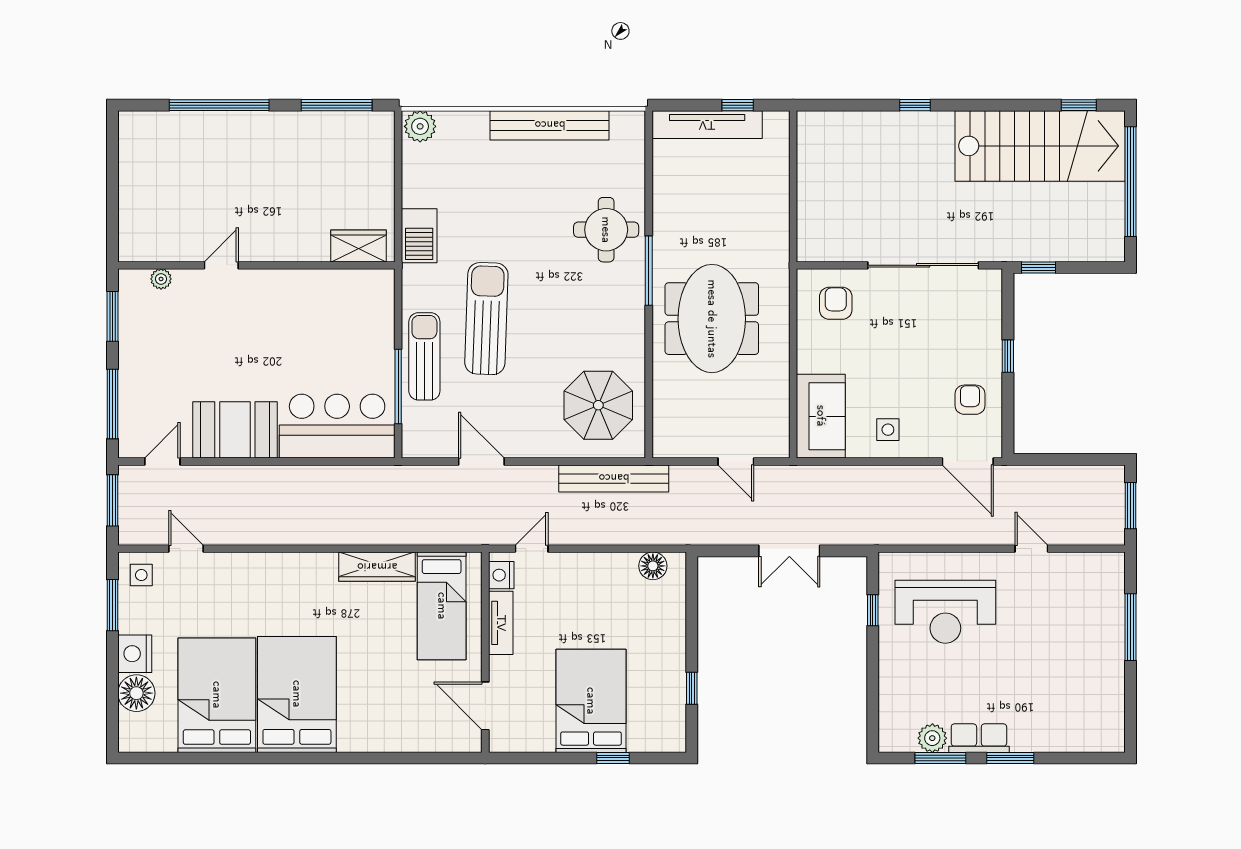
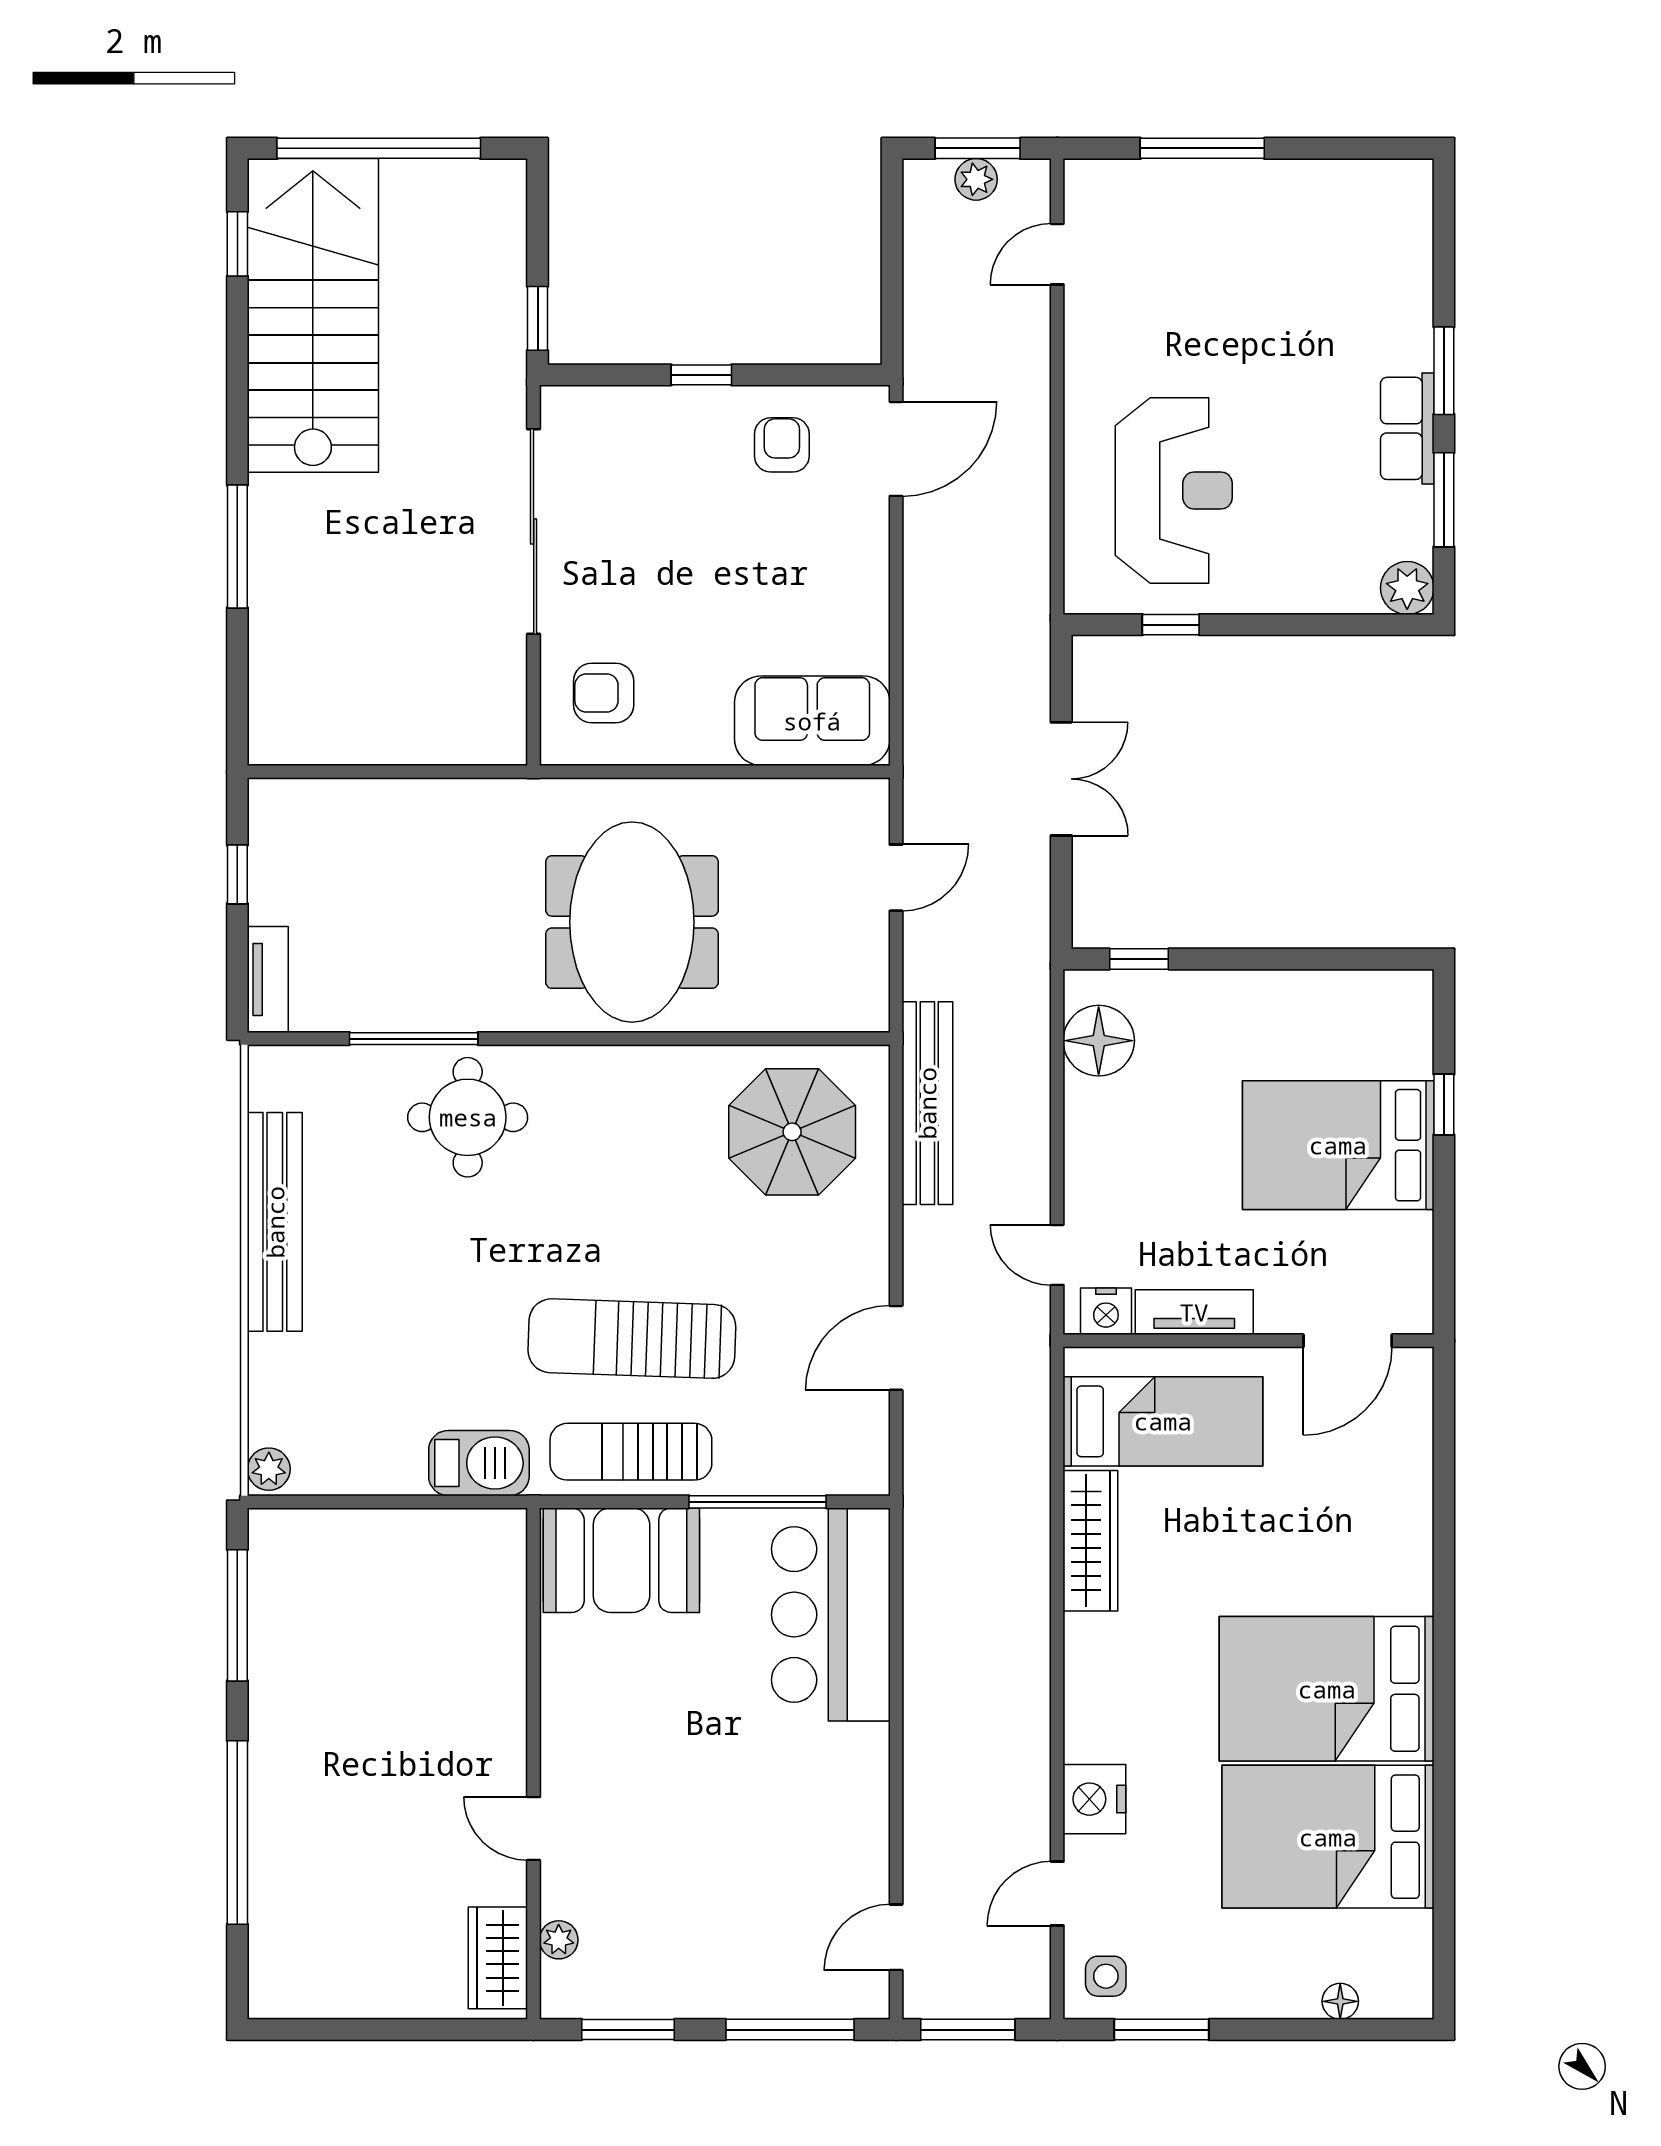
window: (915, 105) -> (237, 547), width x2.17
tv unit: (707, 125) -> (268, 979), width x0.52, depth x0.78
plant: (420, 126) -> (269, 1469), width x0.73, depth x0.73
wardrobe: (358, 246) -> (498, 1958), moved
window: (649, 271) -> (414, 1039), moved
meeting table: (712, 319) -> (632, 922), turned 90
sun lounger: (424, 356) -> (631, 1452), moved
armchair: (970, 400) -> (782, 445), turned 90
booth: (235, 430) -> (621, 1560), moved, turned 90
side table: (888, 430) -> (837, 597), removed
door: (162, 461) -> (896, 1937), hinge flipped
plant: (1114, 505) -> (976, 179), added
door: (1031, 549) -> (1057, 254), moved
floor lamp: (653, 566) -> (1099, 1041), width x1.38, depth x1.38
nightstand: (135, 654) -> (1094, 1799), moved, turned 90
window: (692, 688) -> (1139, 959), moved
floor lamp: (136, 693) -> (1340, 2001), width x0.53, depth x0.53
plant: (932, 738) -> (1407, 588), moved

